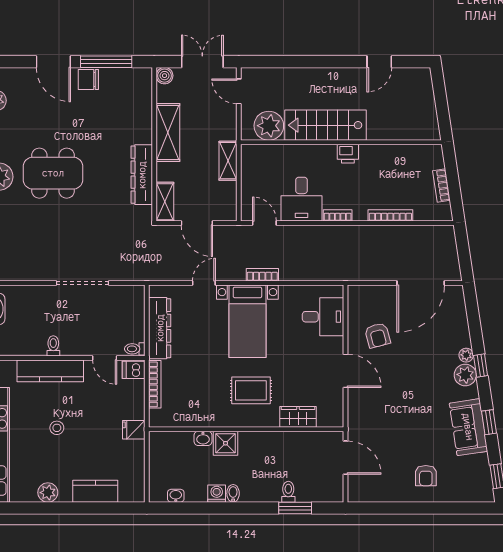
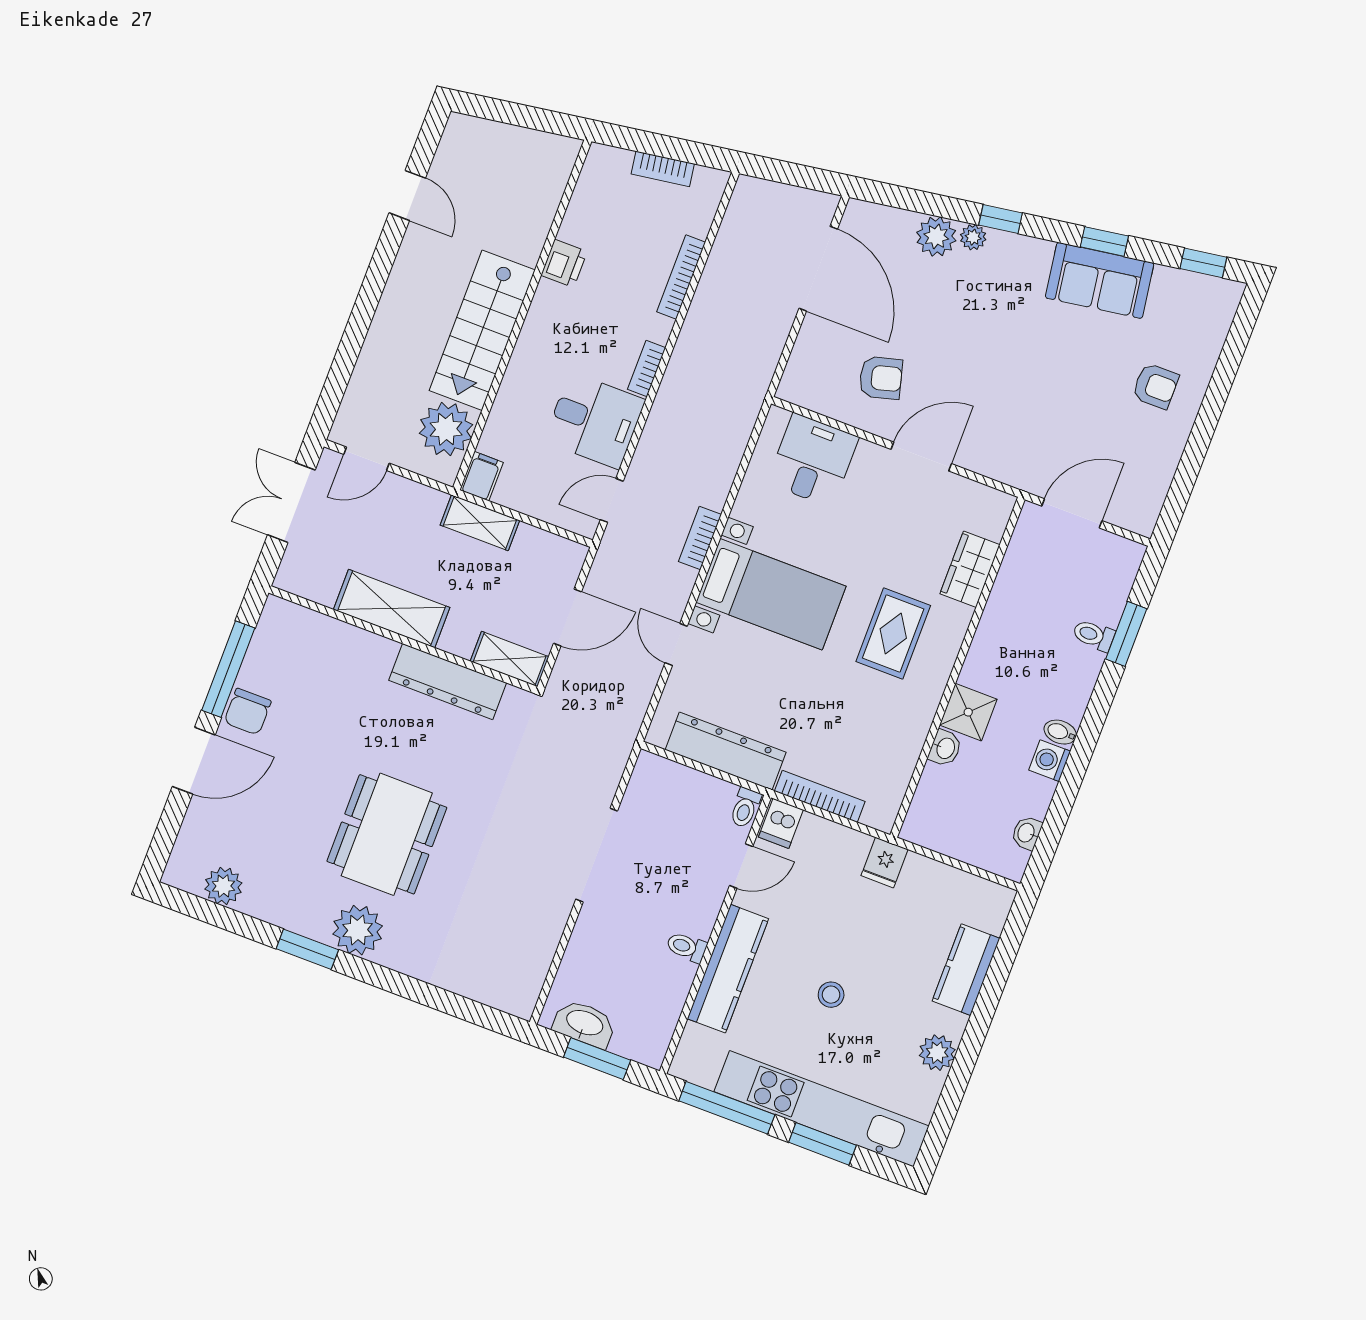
boiler: (165, 76) -> (291, 577), removed
filing cabinet: (252, 153) -> (481, 476), added
printer: (348, 154) -> (564, 263), moved
plant: (465, 375) -> (936, 237), moved

